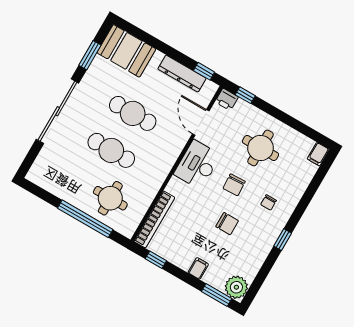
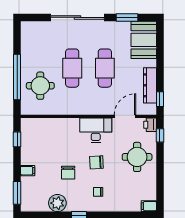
round table: (261, 148) -> (137, 157), moved
bookcase: (154, 219) -> (43, 123), removed
plant: (236, 287) -> (57, 203), moved

